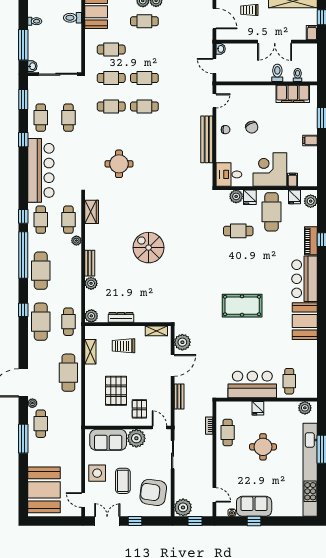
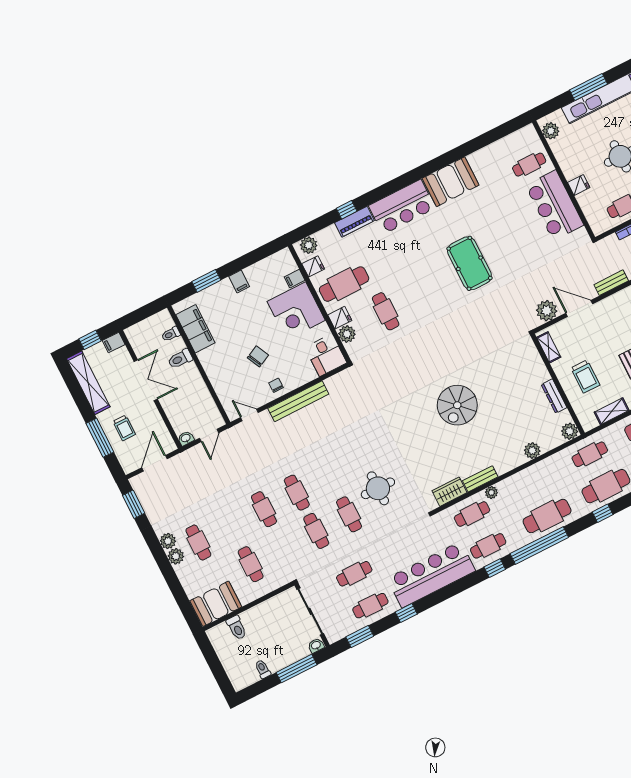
cafe table: (111, 78) -> (349, 514), moved
bench: (90, 263) -> (480, 479), moved

